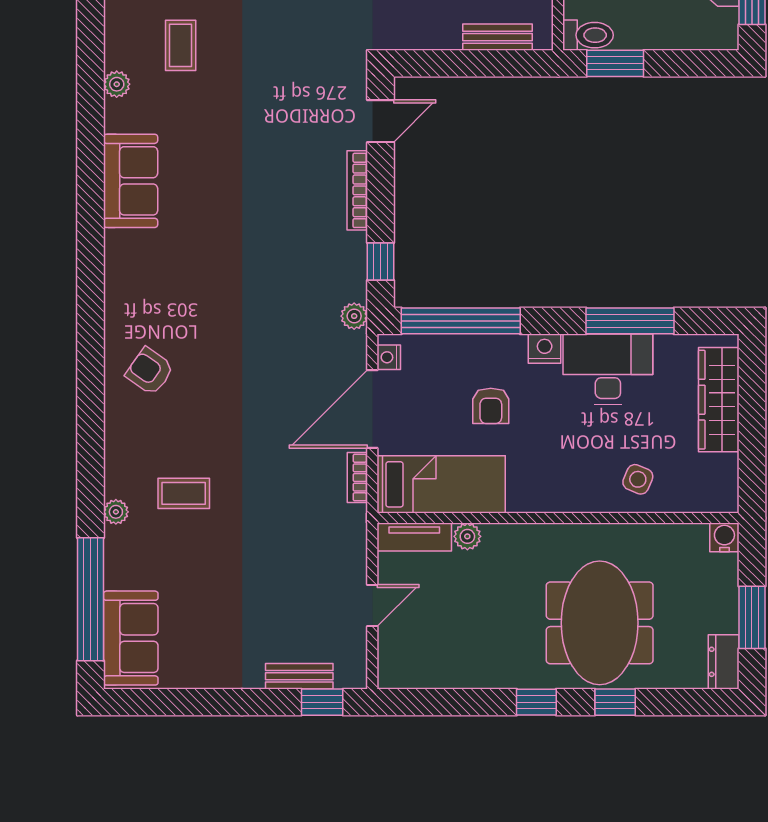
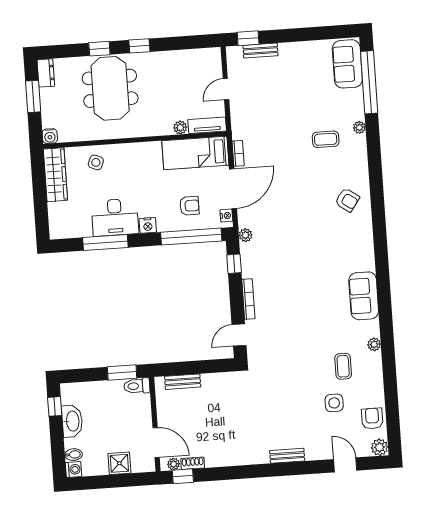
wardrobe: (719, 400) -> (55, 175), moved
armchair: (491, 406) -> (189, 206), moved, turned 90

